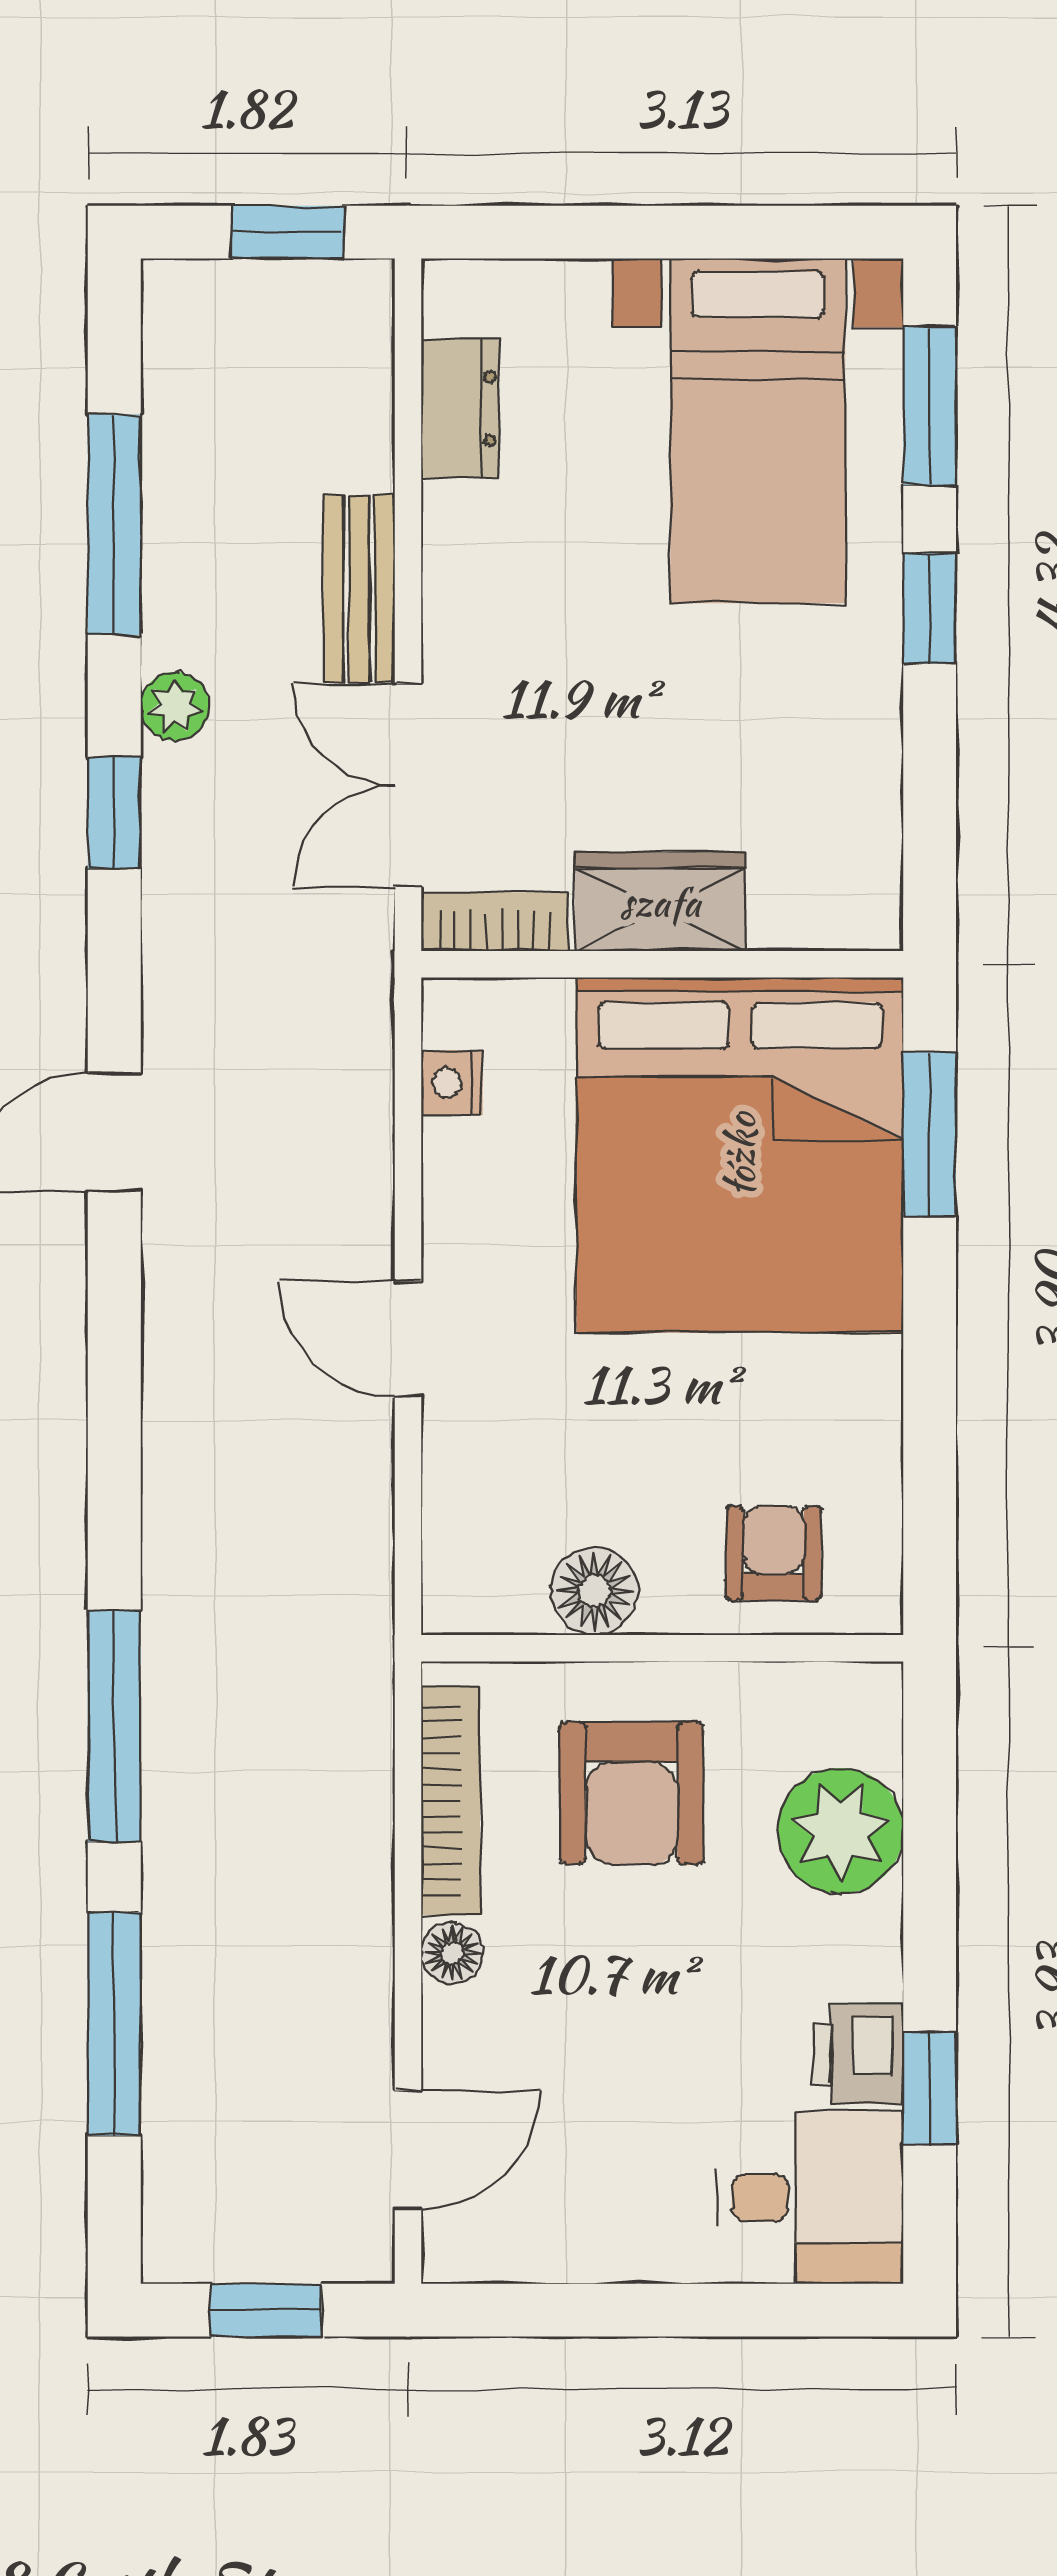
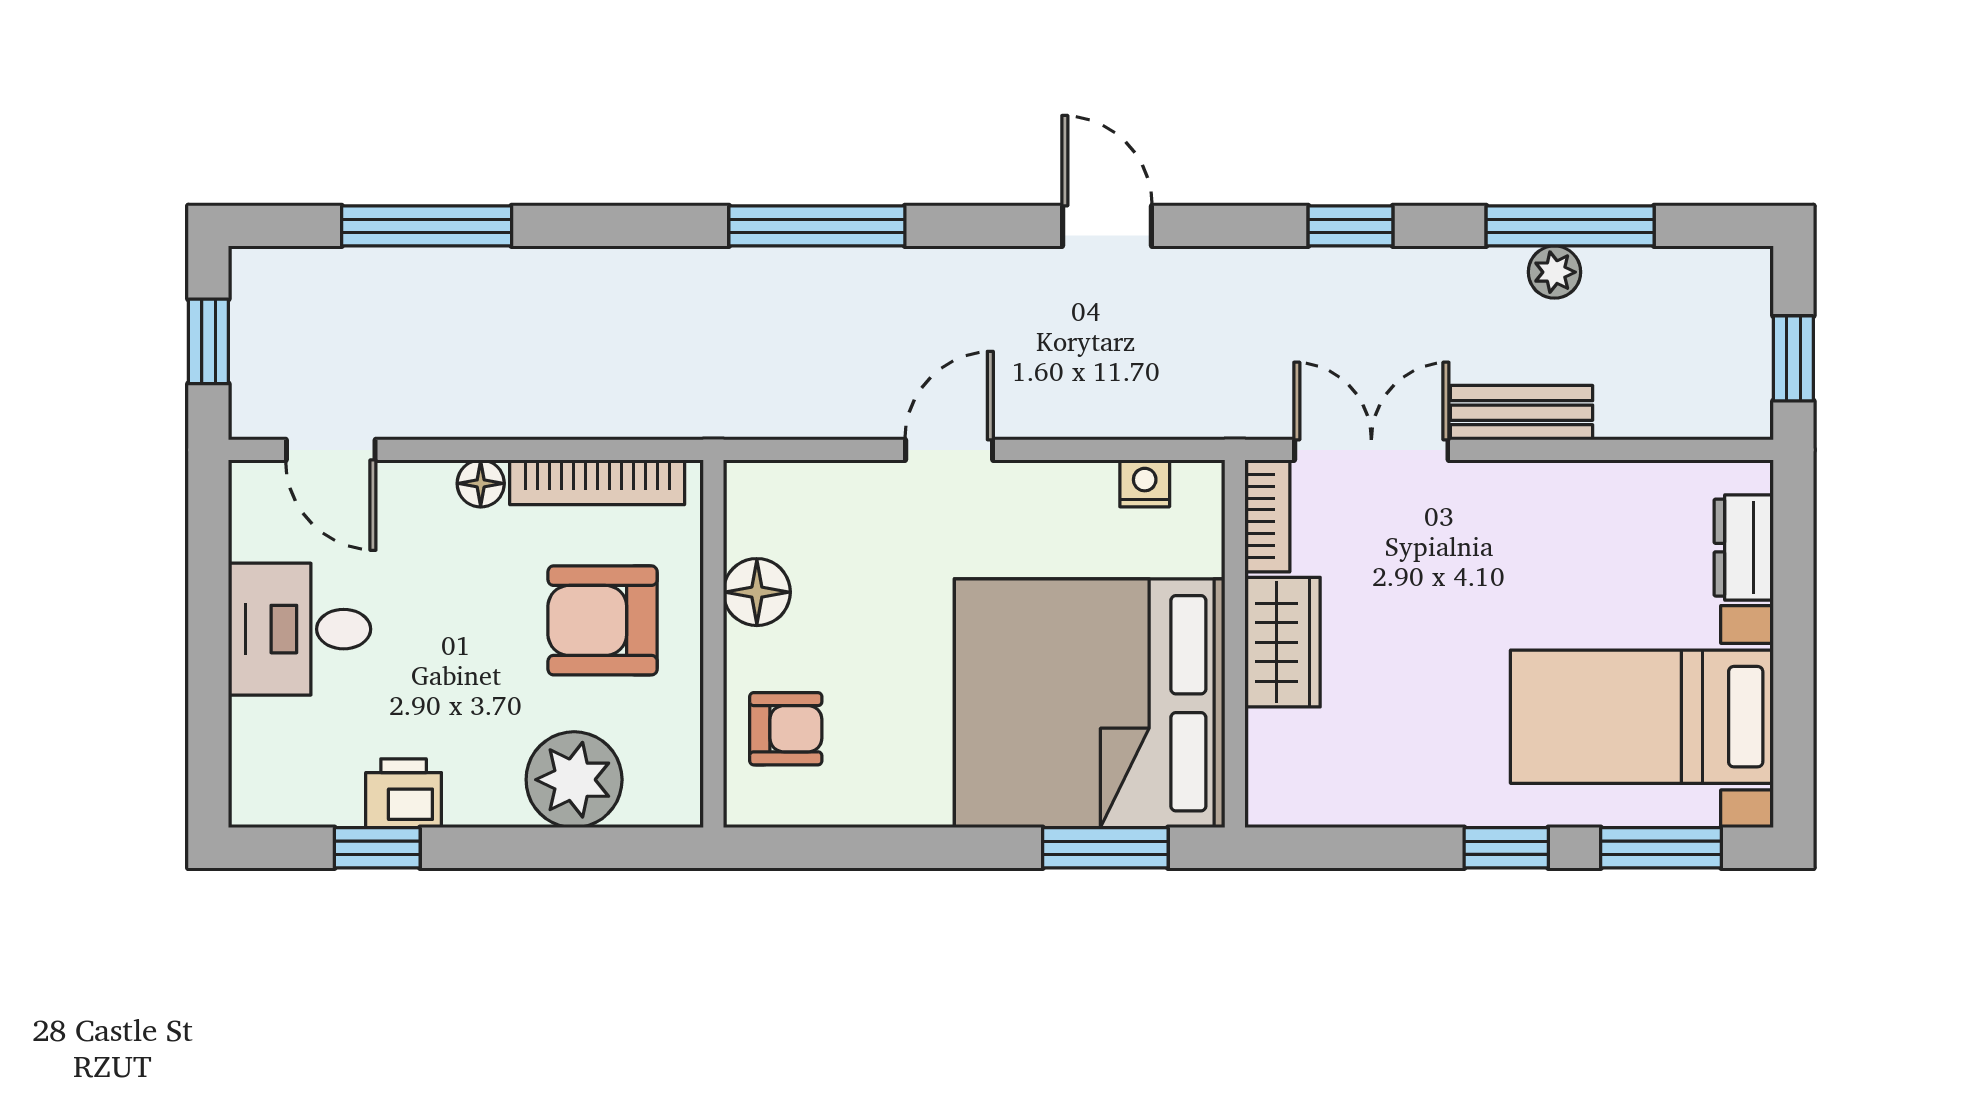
dresser: (460, 408) -> (1744, 548), moved, turned 90
plant: (175, 706) -> (1554, 272), moved
window: (114, 1726) -> (817, 226), moved
desk: (810, 2197) -> (300, 629), moved, turned 90

